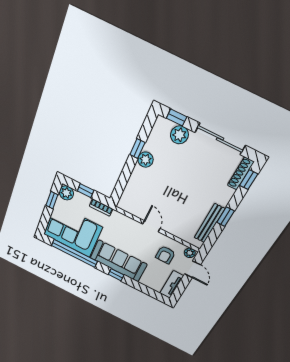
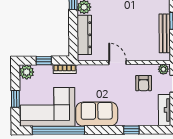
dresser: (133, 186) -> (84, 35), added
window: (52, 200) -> (15, 99), moved
sofa: (118, 261) -> (97, 114), width x0.73
window: (116, 275) -> (131, 130), moved

